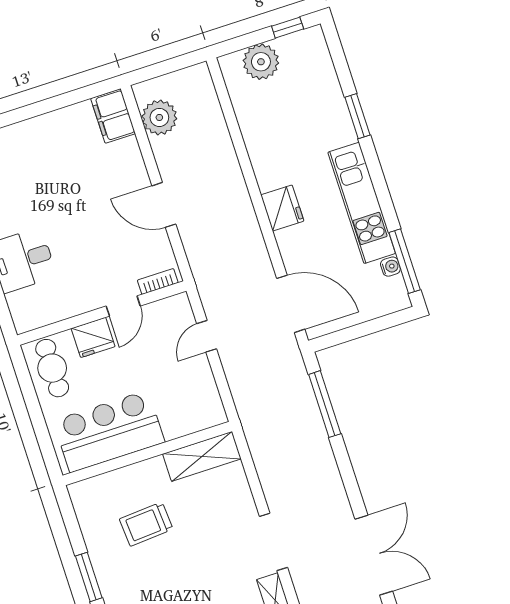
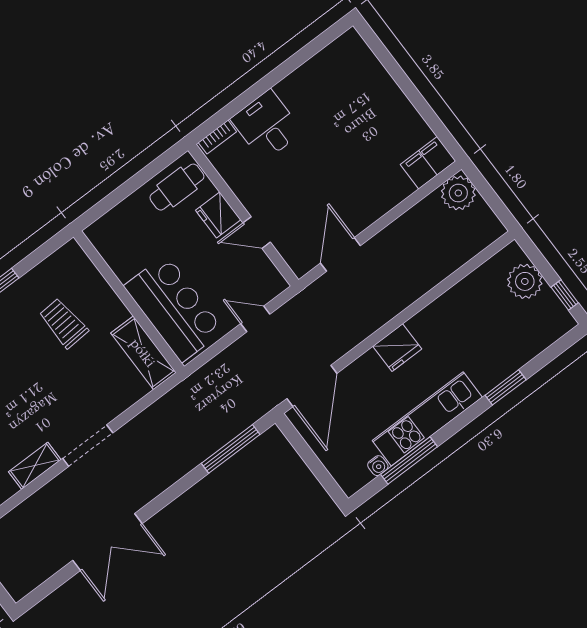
plant: (159, 117) -> (458, 193), moved
door: (164, 205) -> (340, 254), moved
window: (405, 261) -> (409, 460), moved
bookcase: (158, 281) -> (217, 137), moved, turned 90
bar counter: (109, 431) -> (174, 308), moved

